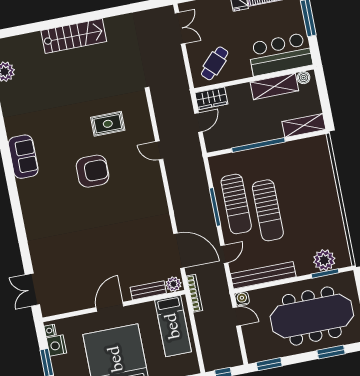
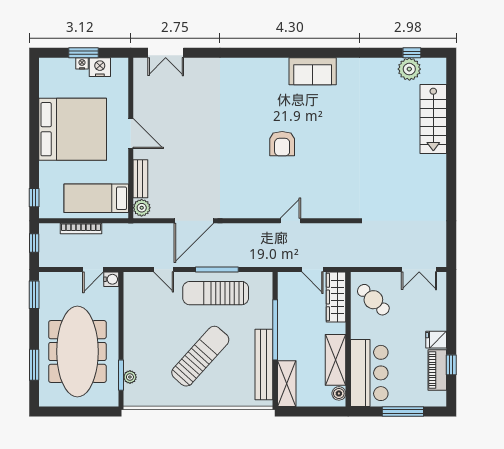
stairs: (74, 36) -> (433, 119), moved
wardrobe: (211, 98) -> (336, 297), width x1.50
rug: (108, 124) -> (330, 170), removed
armchair: (93, 171) -> (282, 144), width x0.73, depth x0.73
sun lounger: (268, 210) -> (200, 356), moved, turned 132
door: (179, 251) -> (194, 221), moved
plant: (324, 260) -> (130, 377), width x0.53, depth x0.53
bench: (263, 275) -> (264, 365), moved
double door: (32, 290) -> (166, 53), swing flipped
bookcase: (194, 293) -> (81, 228), moved
nightstand: (50, 330) -> (82, 63), moved

